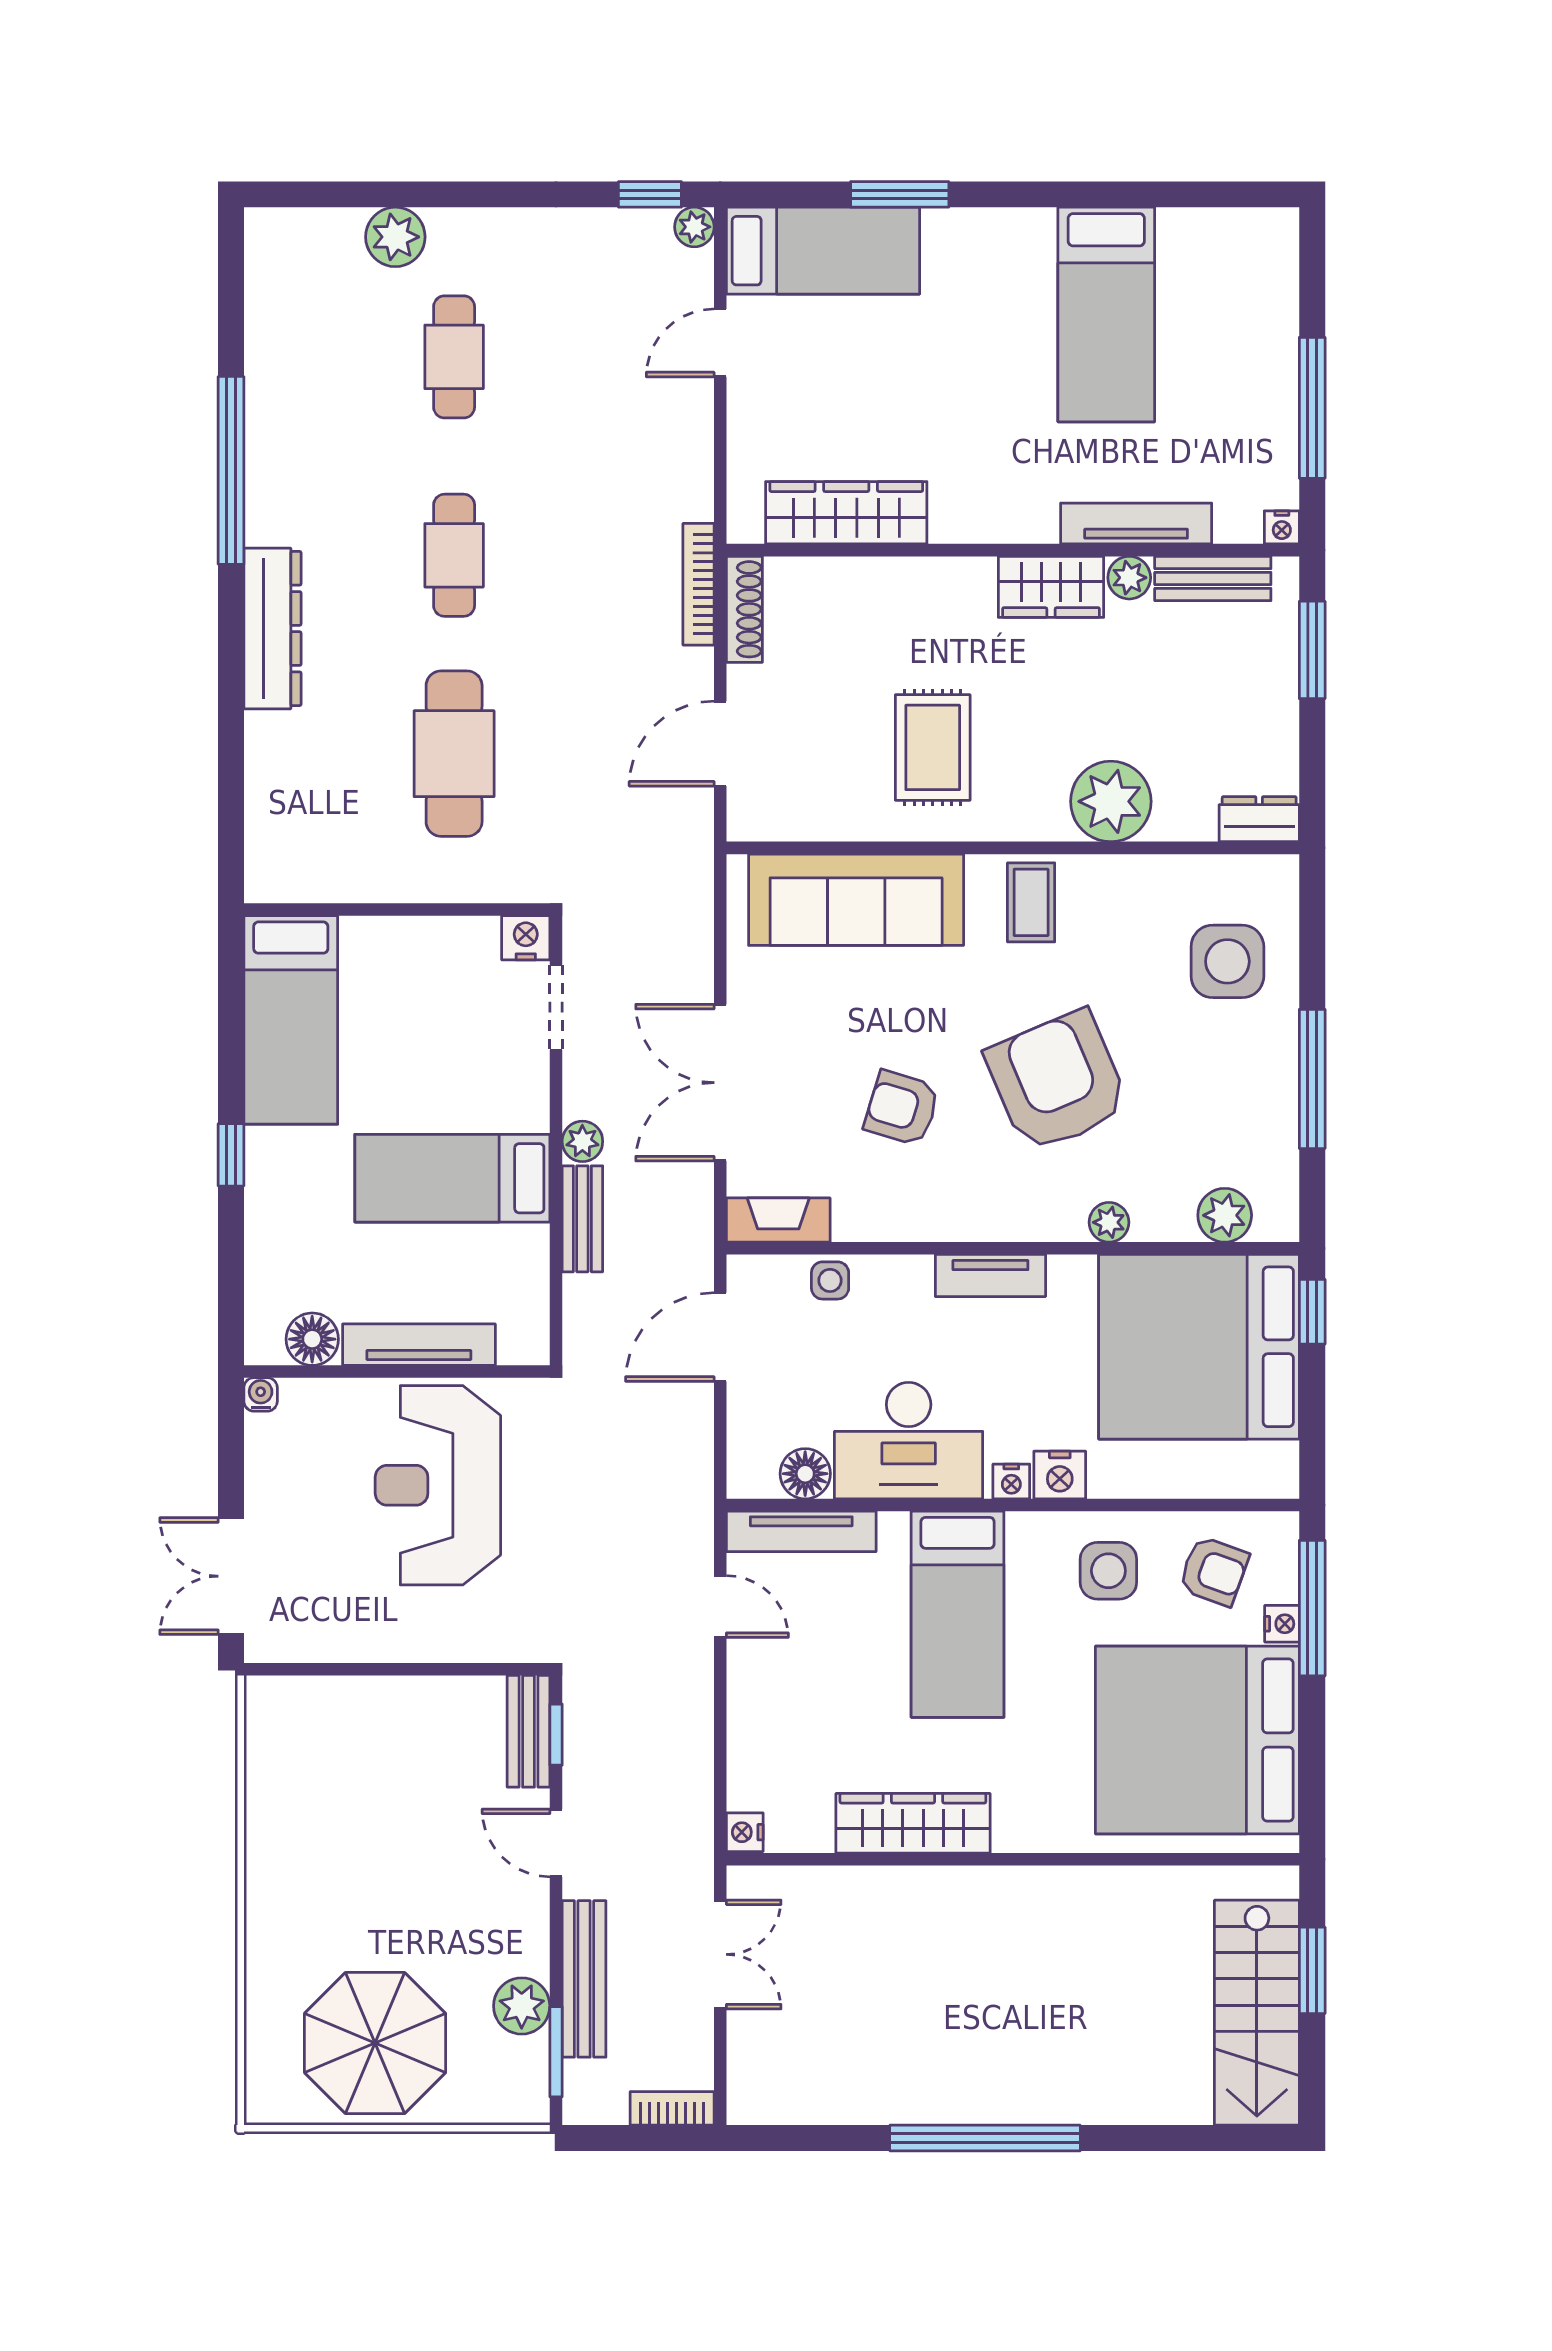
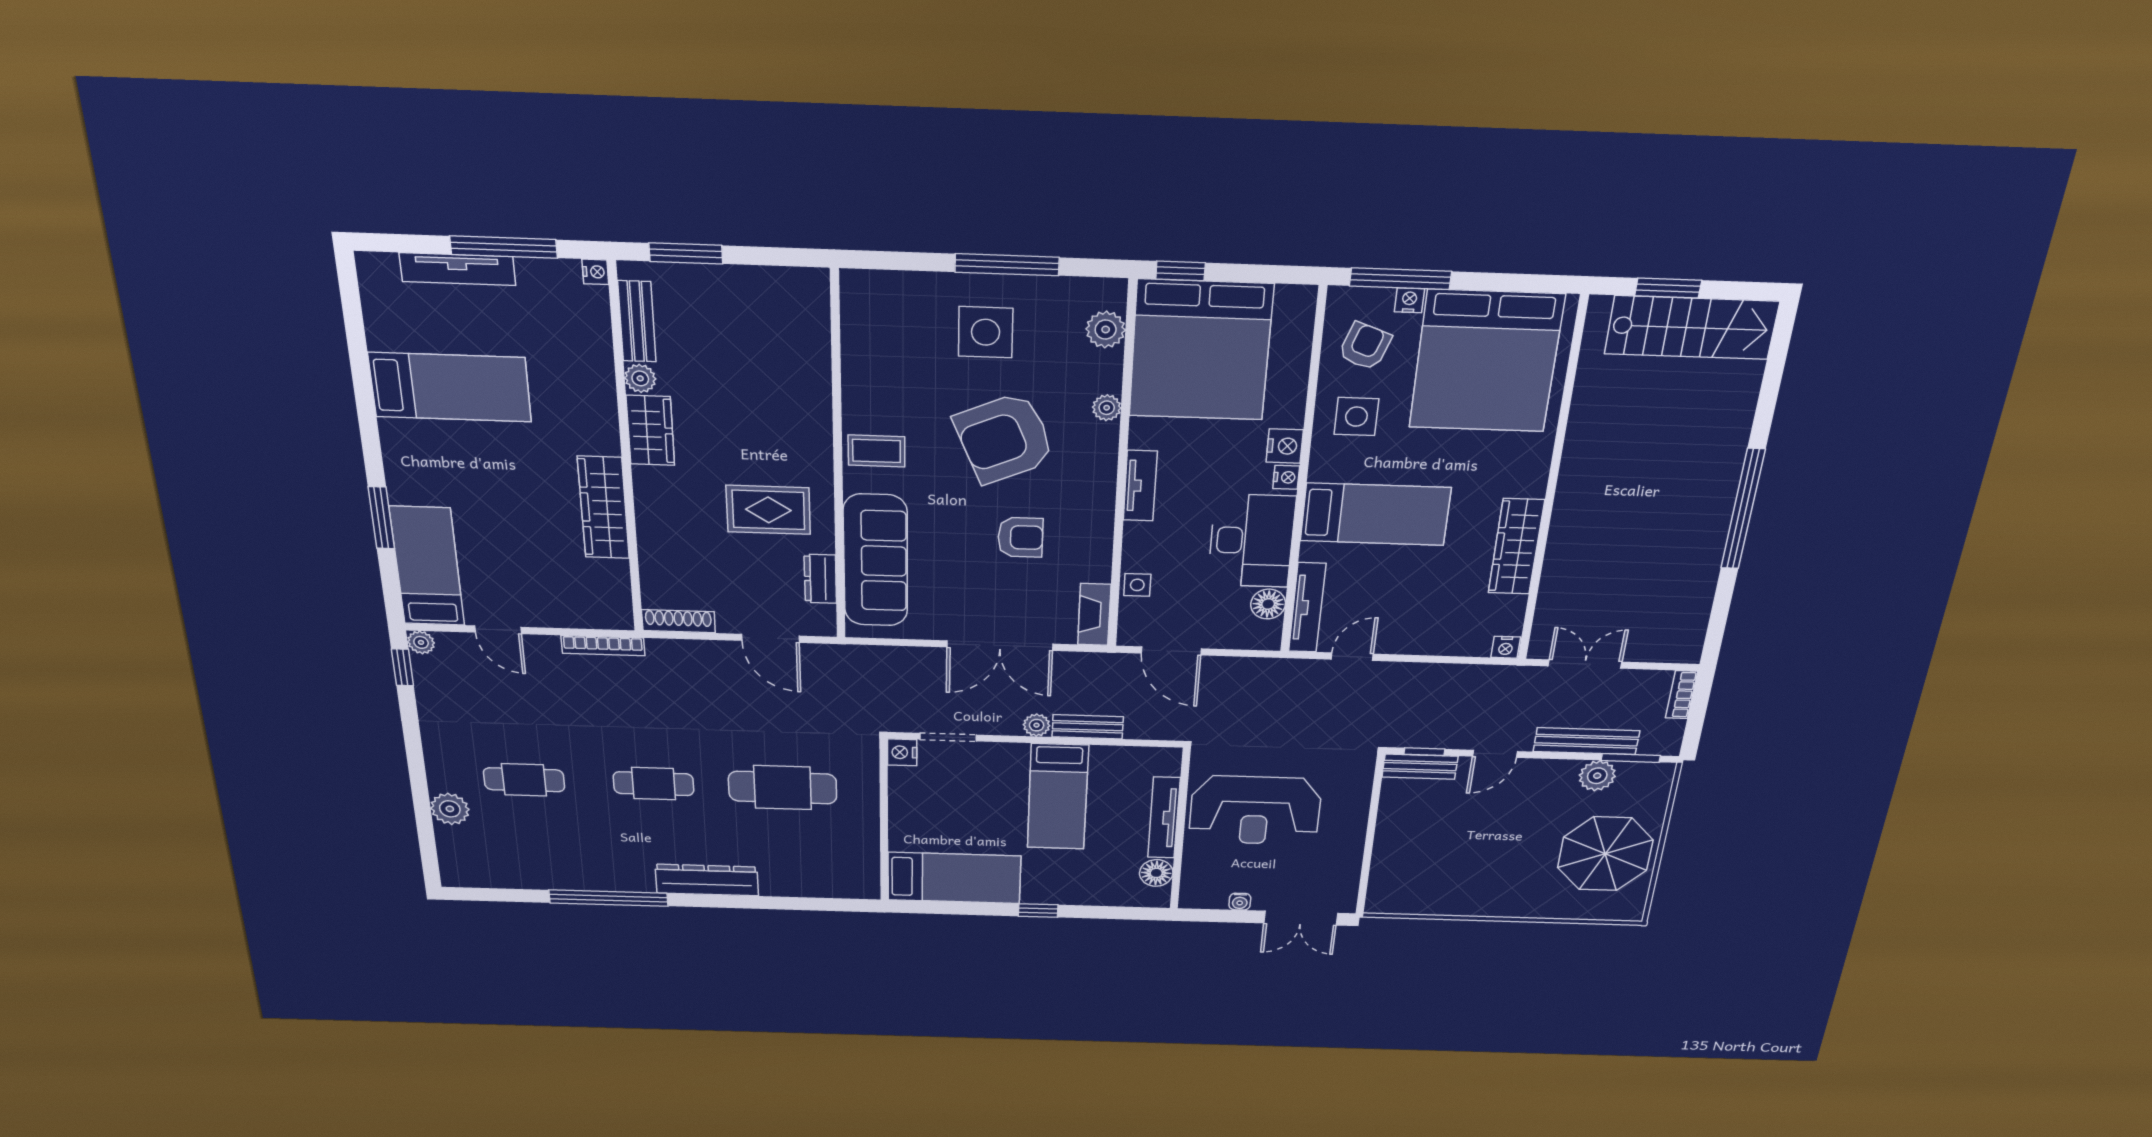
wardrobe: (846, 513) -> (604, 508), moved
tv unit: (1136, 523) -> (457, 269), moved, turned -90
bookcase: (699, 584) -> (603, 646), moved
plant: (1111, 801) -> (803, 396), removed
dresser: (1259, 819) -> (820, 579), moved
side table: (1227, 961) -> (986, 332), moved
armchair: (902, 1108) -> (1020, 537), turned -107
water cooler: (261, 1394) -> (1240, 902), moved, turned -90

